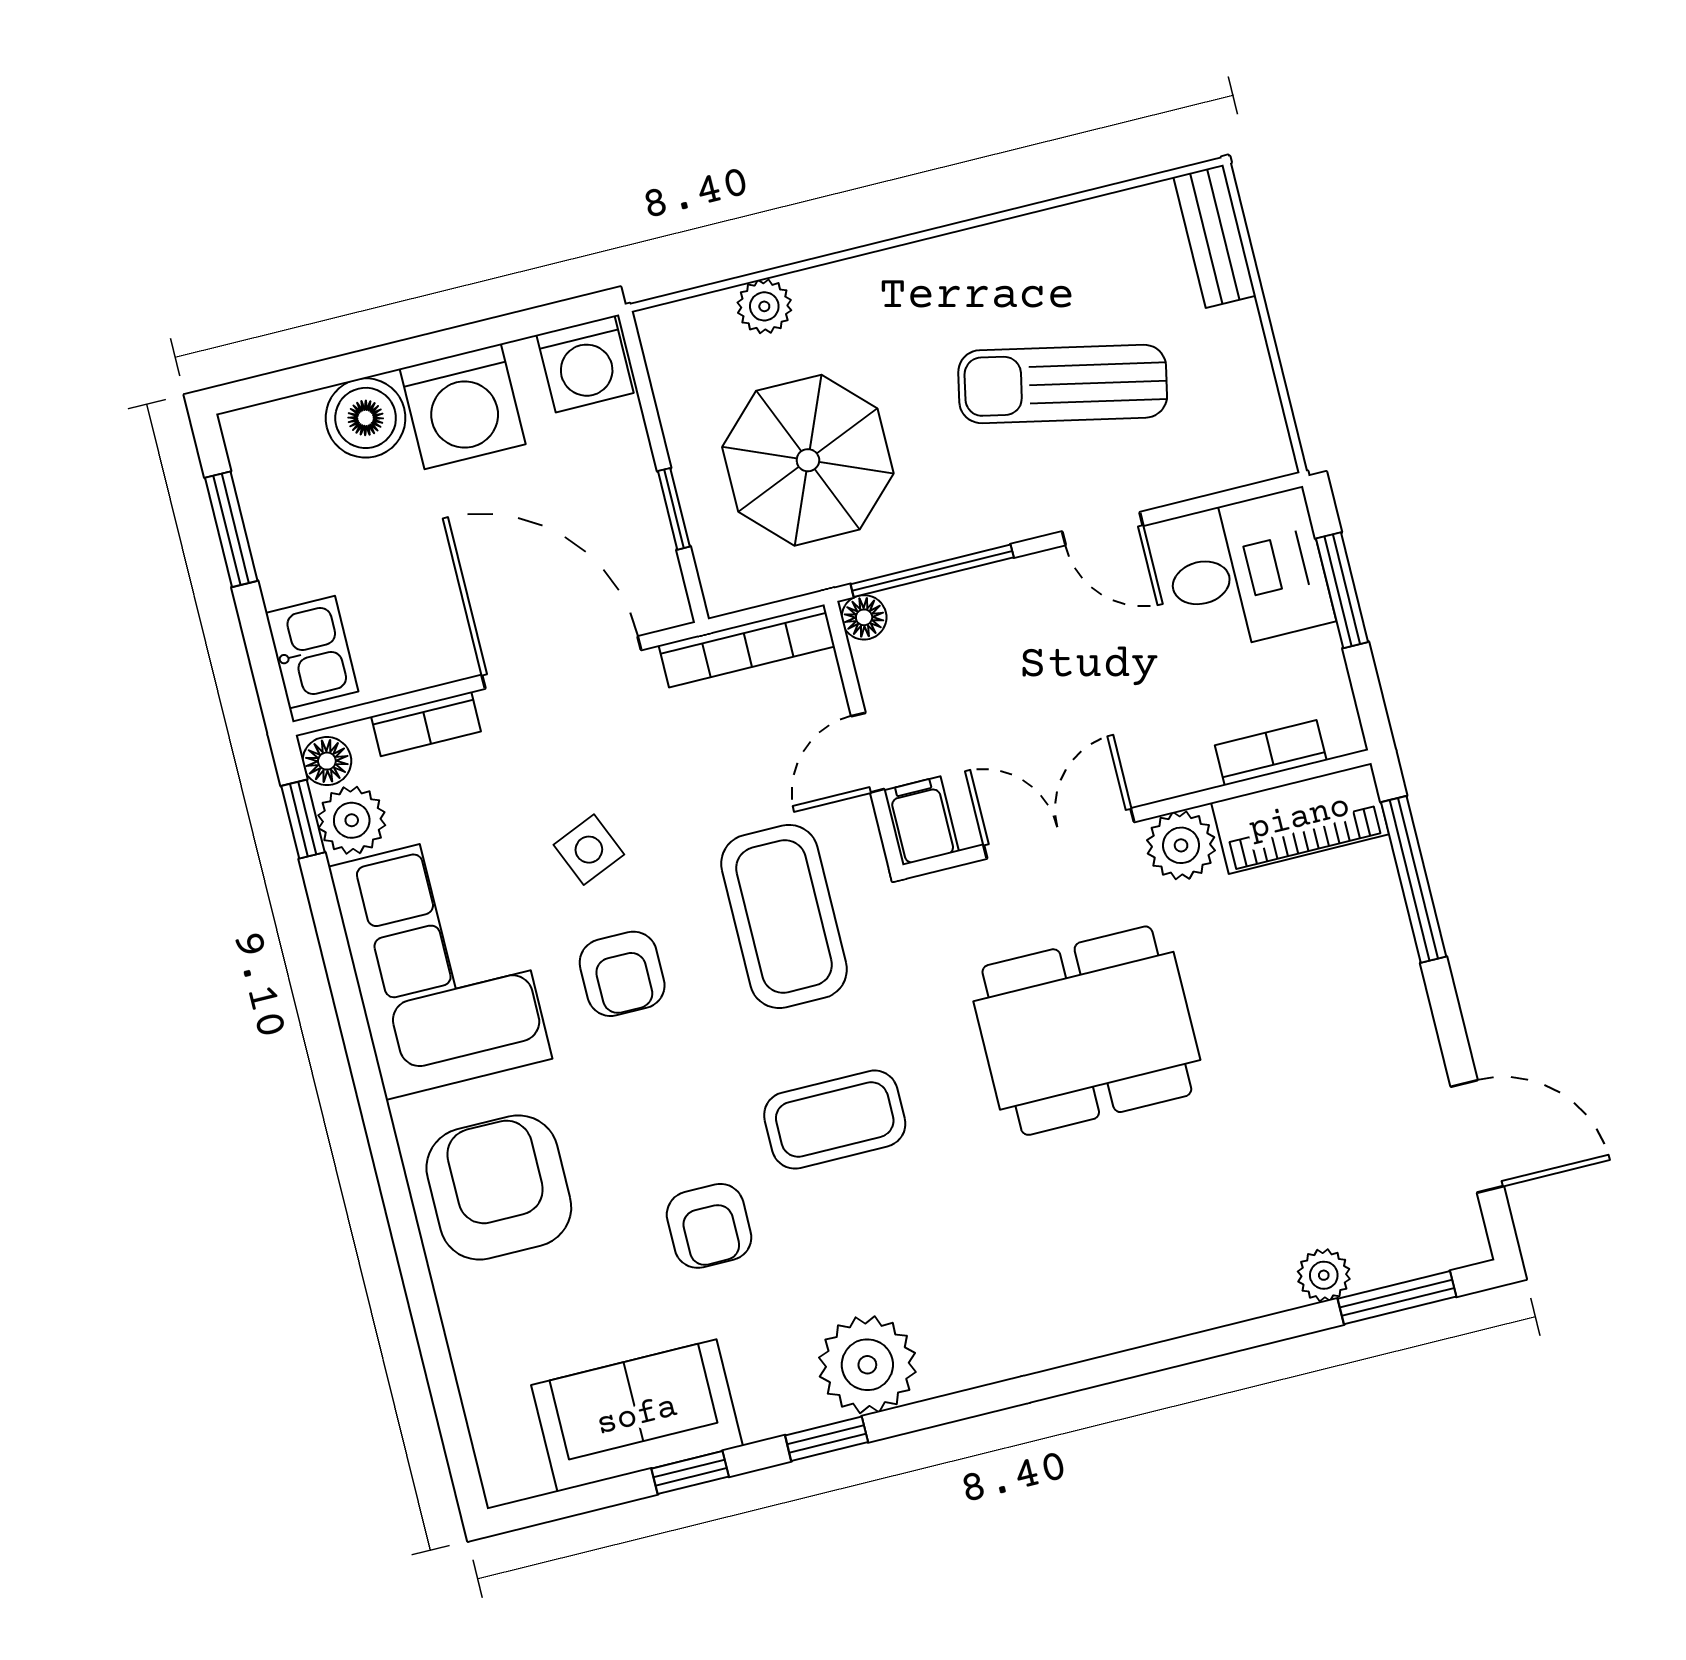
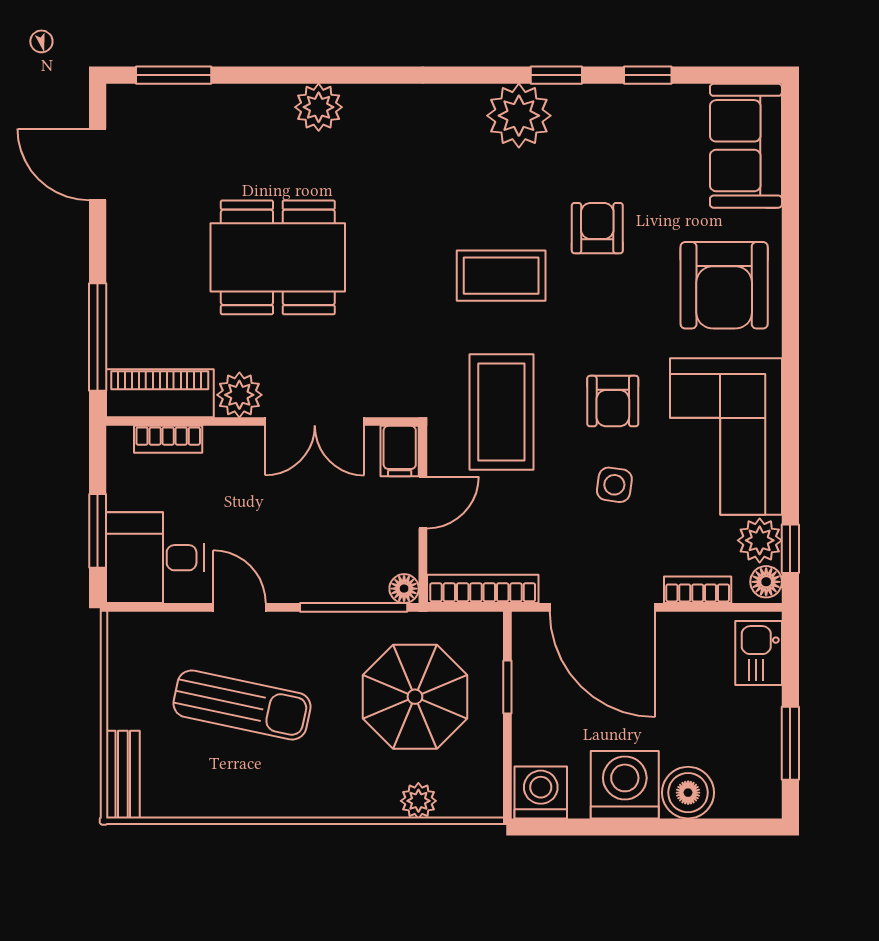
side table: (589, 850) -> (614, 485), turned 31
armchair: (622, 974) -> (613, 401), turned 180
dining table: (1087, 1031) -> (278, 257), moved
plant: (1324, 1275) -> (319, 107), moved, width x1.38, depth x1.38
sofa: (637, 1416) -> (746, 146), moved, turned 90

